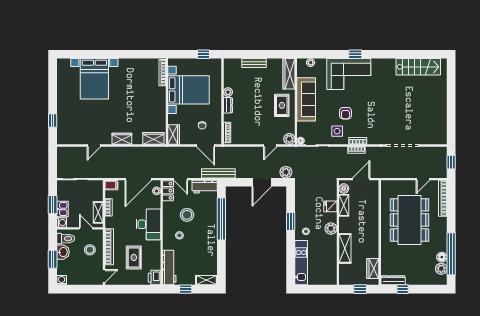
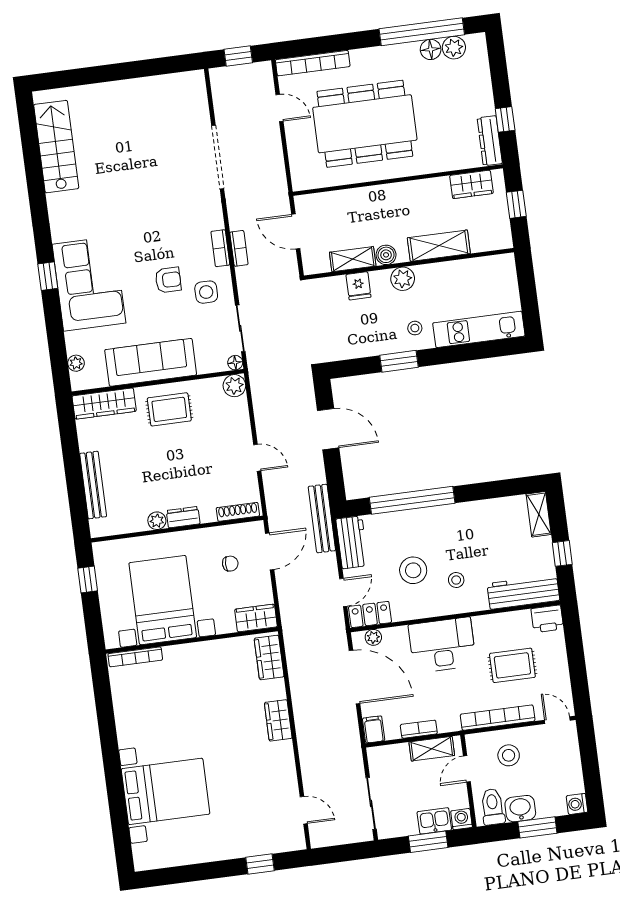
bench: (254, 63) -> (93, 485), width x1.36
door: (94, 146) -> (304, 810), moved
door: (270, 146) -> (257, 458), moved
plant: (286, 172) -> (302, 384), removed
boiler: (344, 189) -> (386, 255), moved

